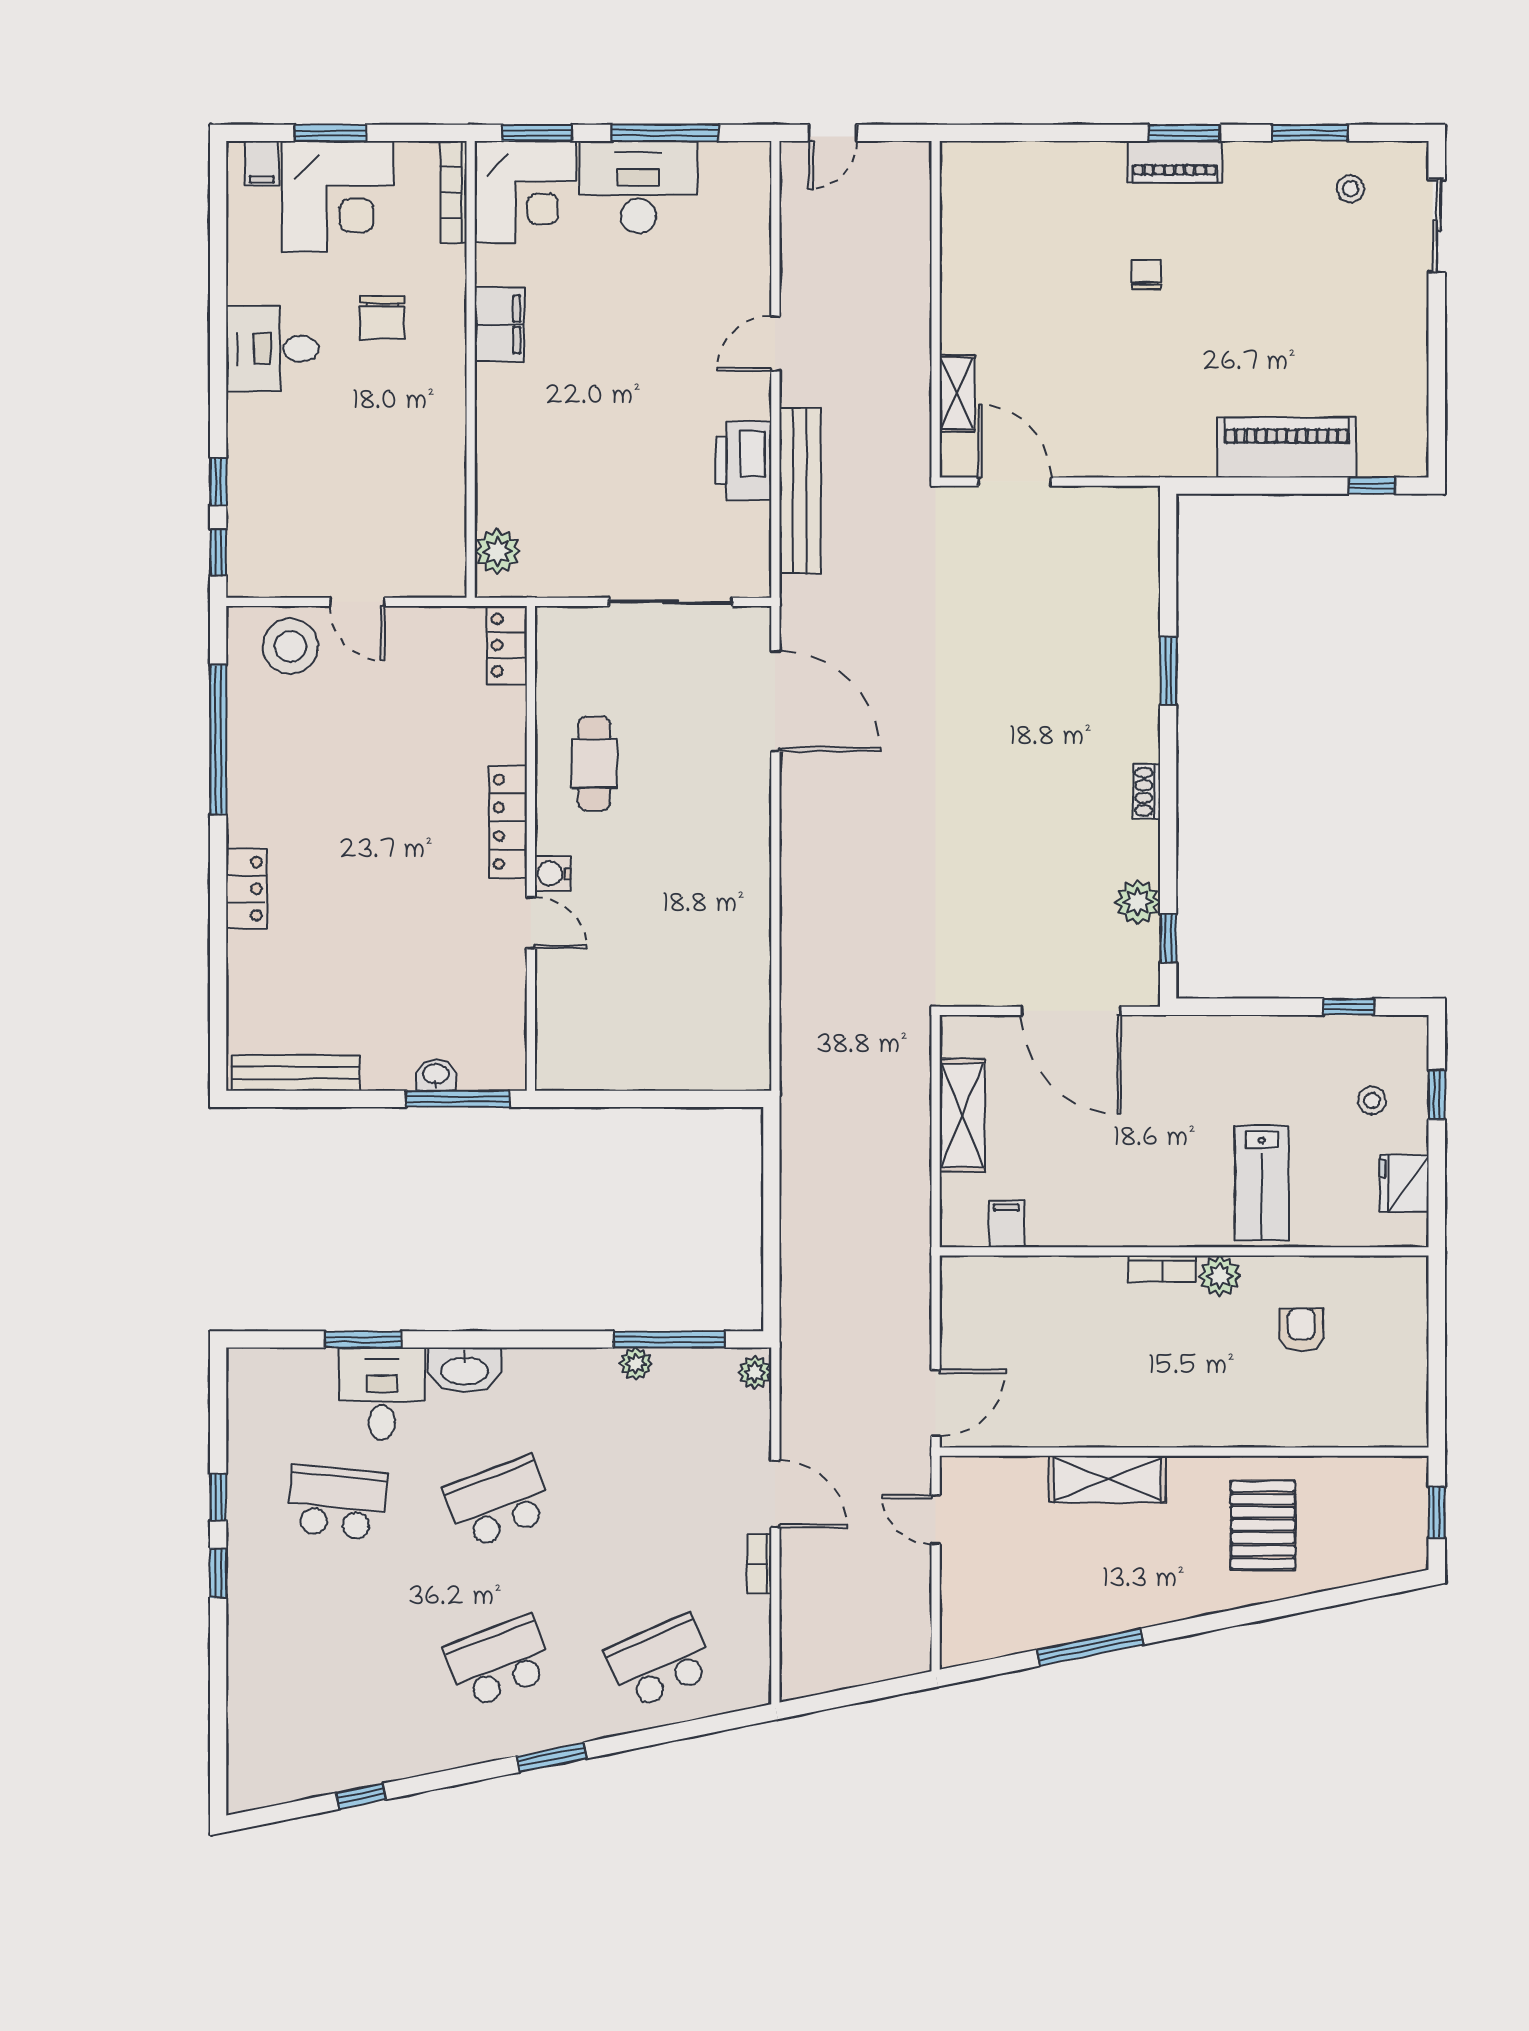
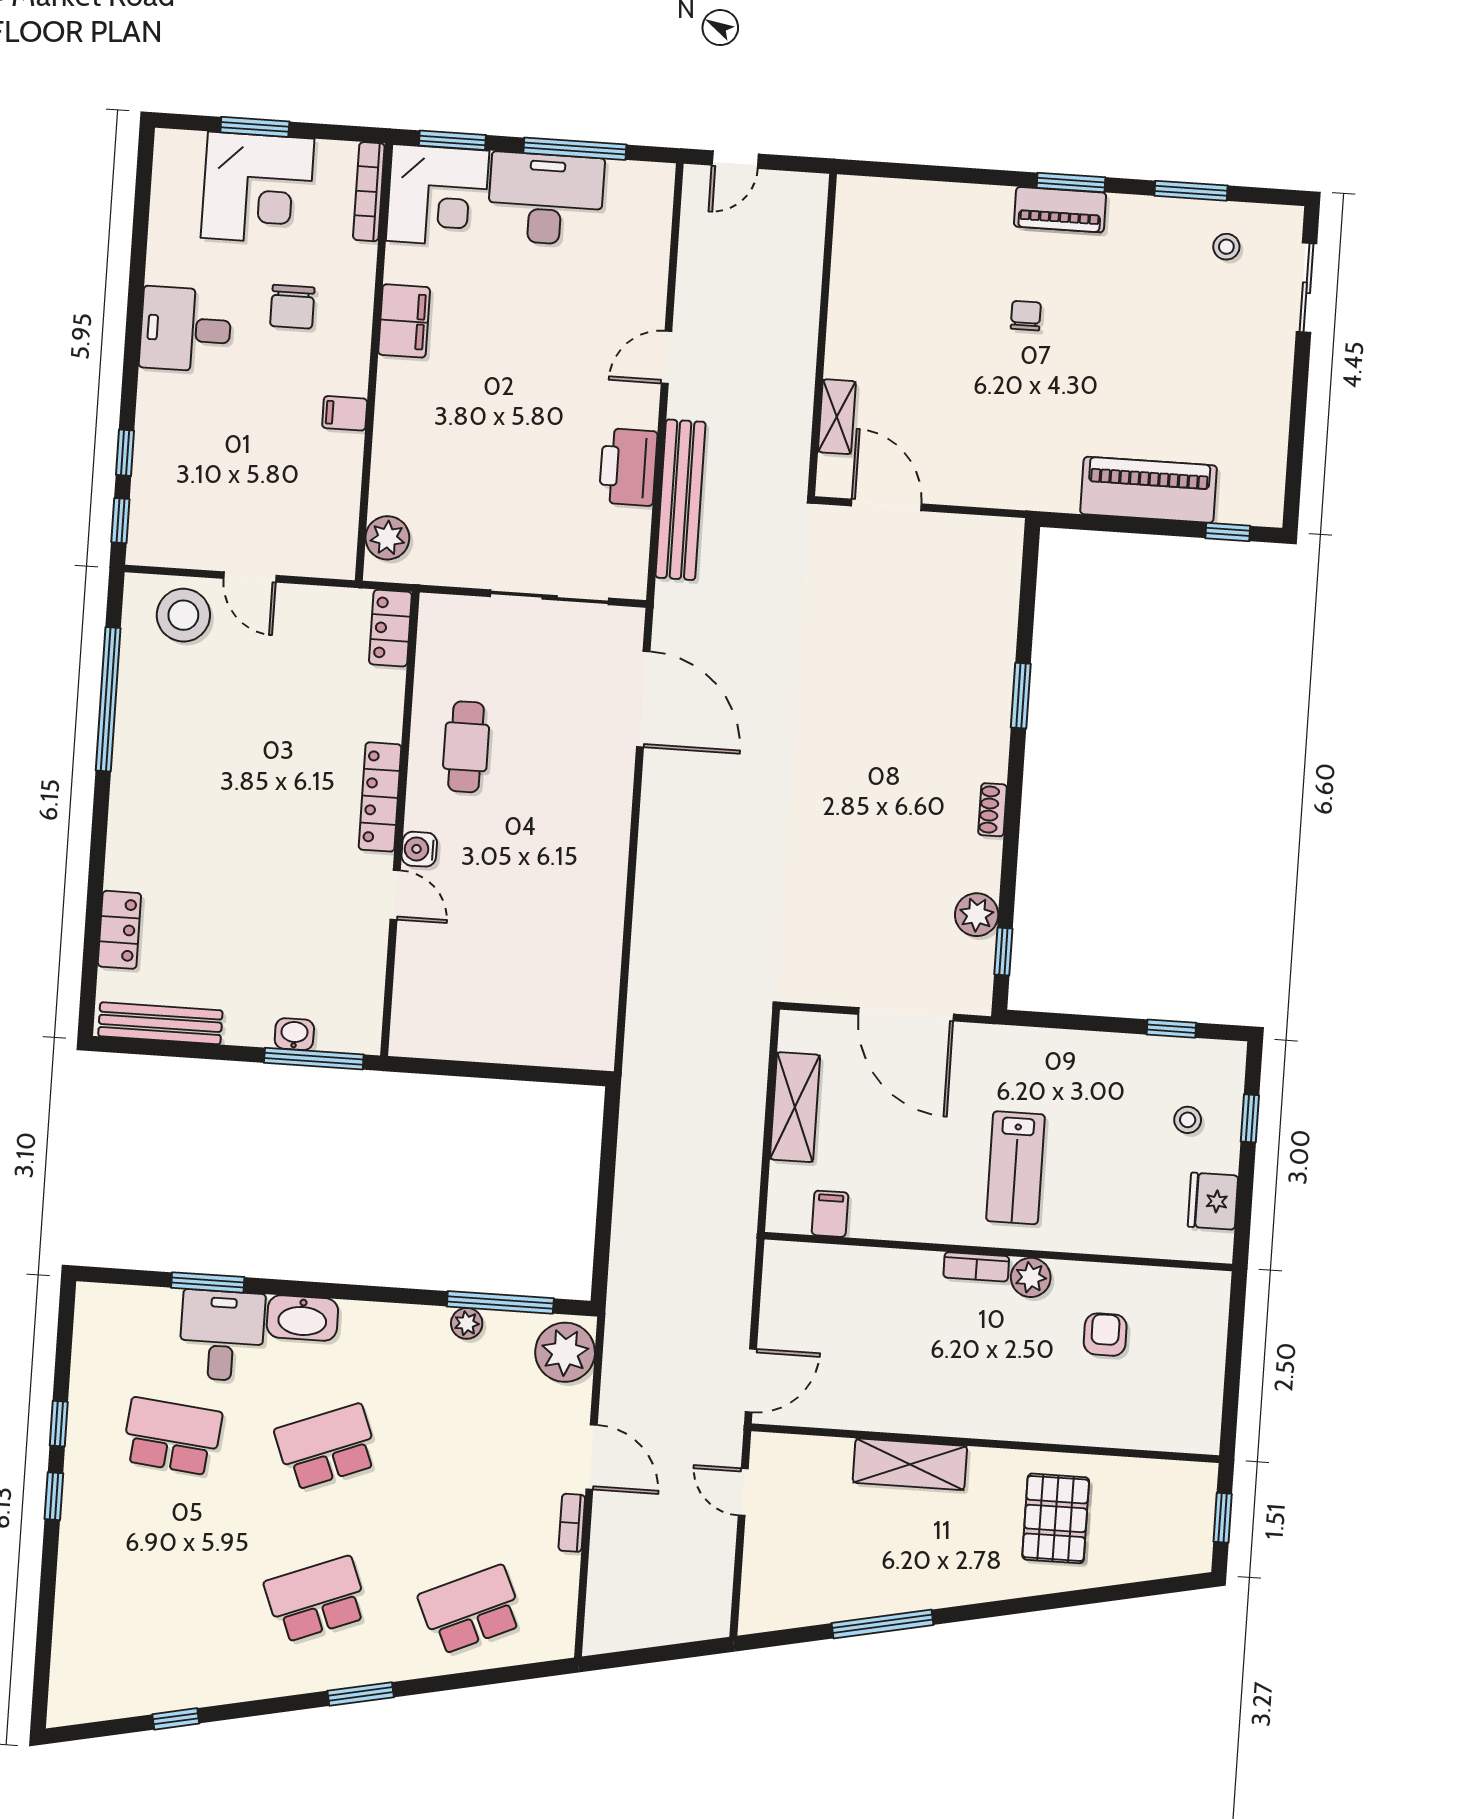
filing cabinet: (262, 163) -> (345, 413), moved, turned 90
locker: (246, 889) -> (119, 930), moved
lab bench: (1262, 1183) -> (1015, 1168), moved
plant: (755, 1372) -> (565, 1352), width x1.88, depth x1.88

